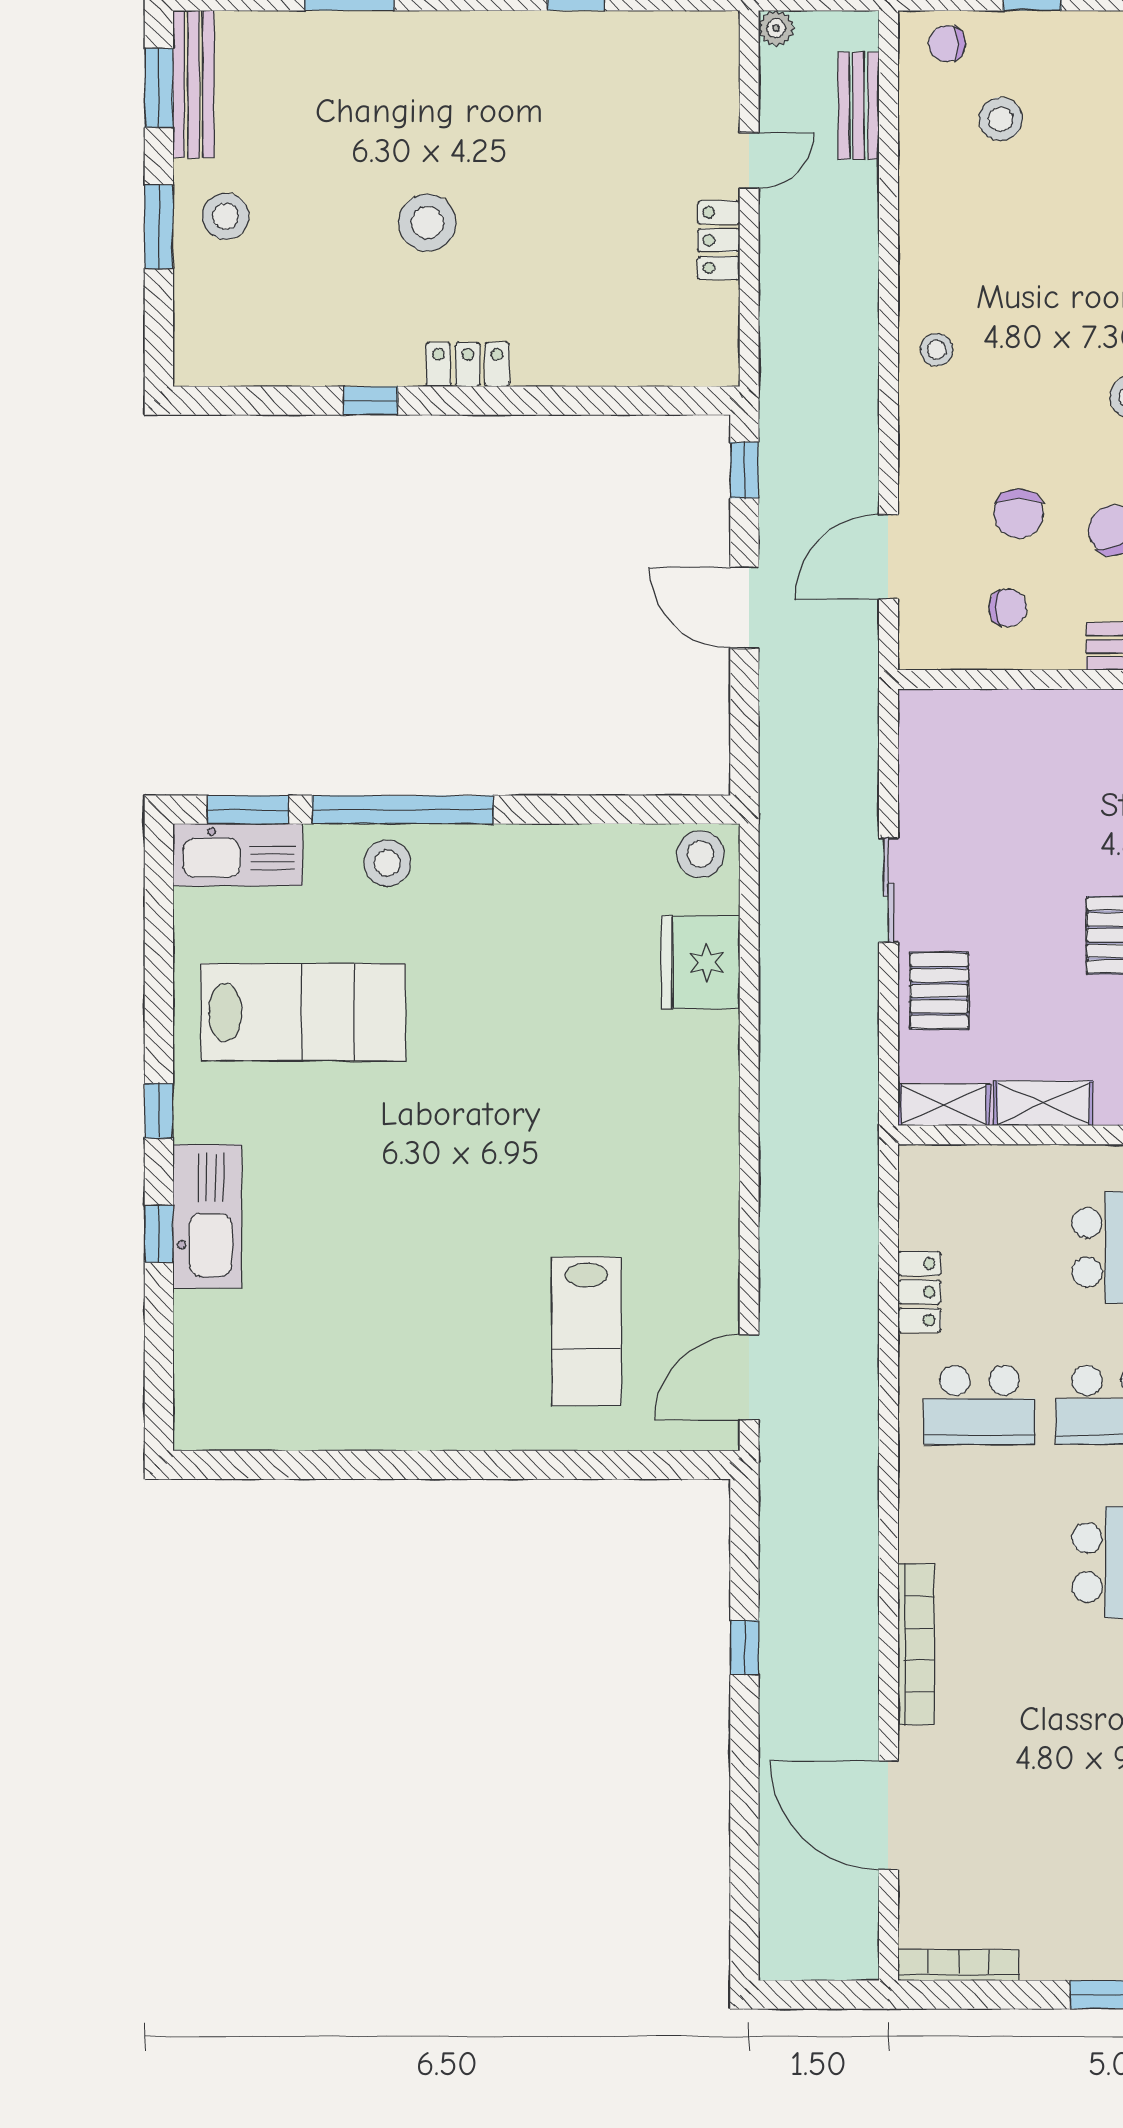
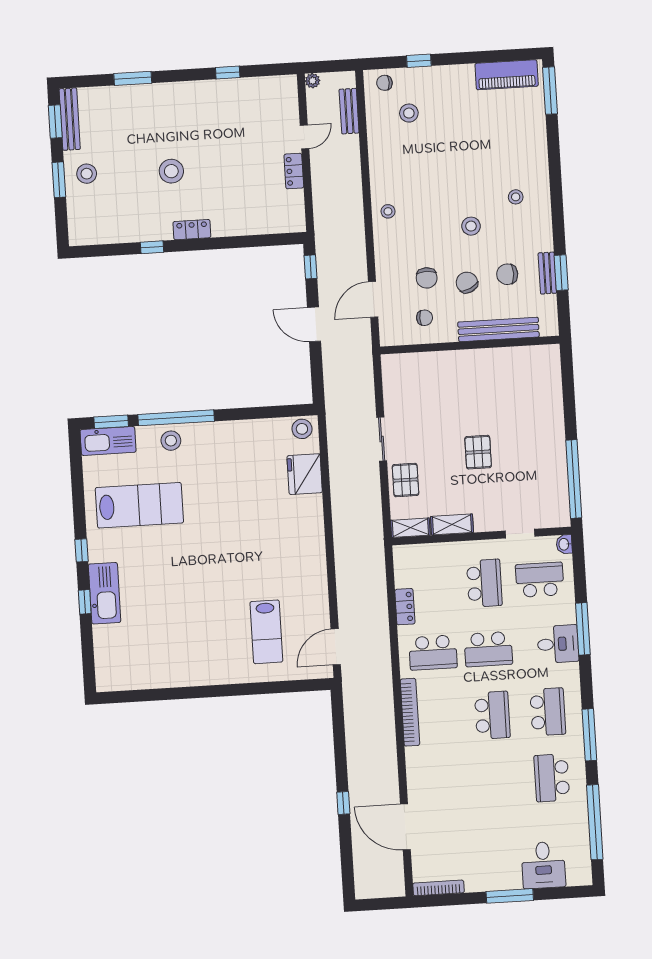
bookcase: (916, 1644) -> (410, 712), moved
window: (744, 1648) -> (343, 803), moved

